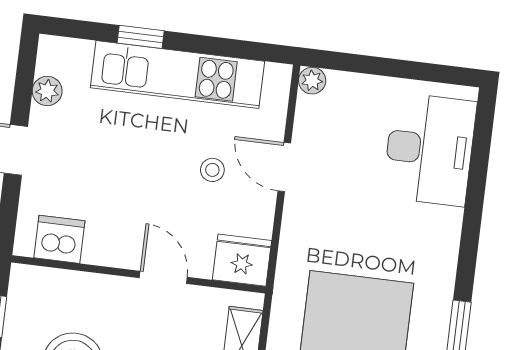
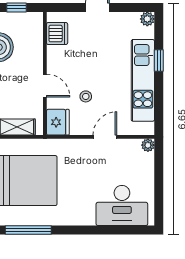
plant: (47, 91) -> (147, 19), moved
stool: (212, 170) -> (86, 96), moved
door: (163, 277) -> (45, 86), hinge flipped

